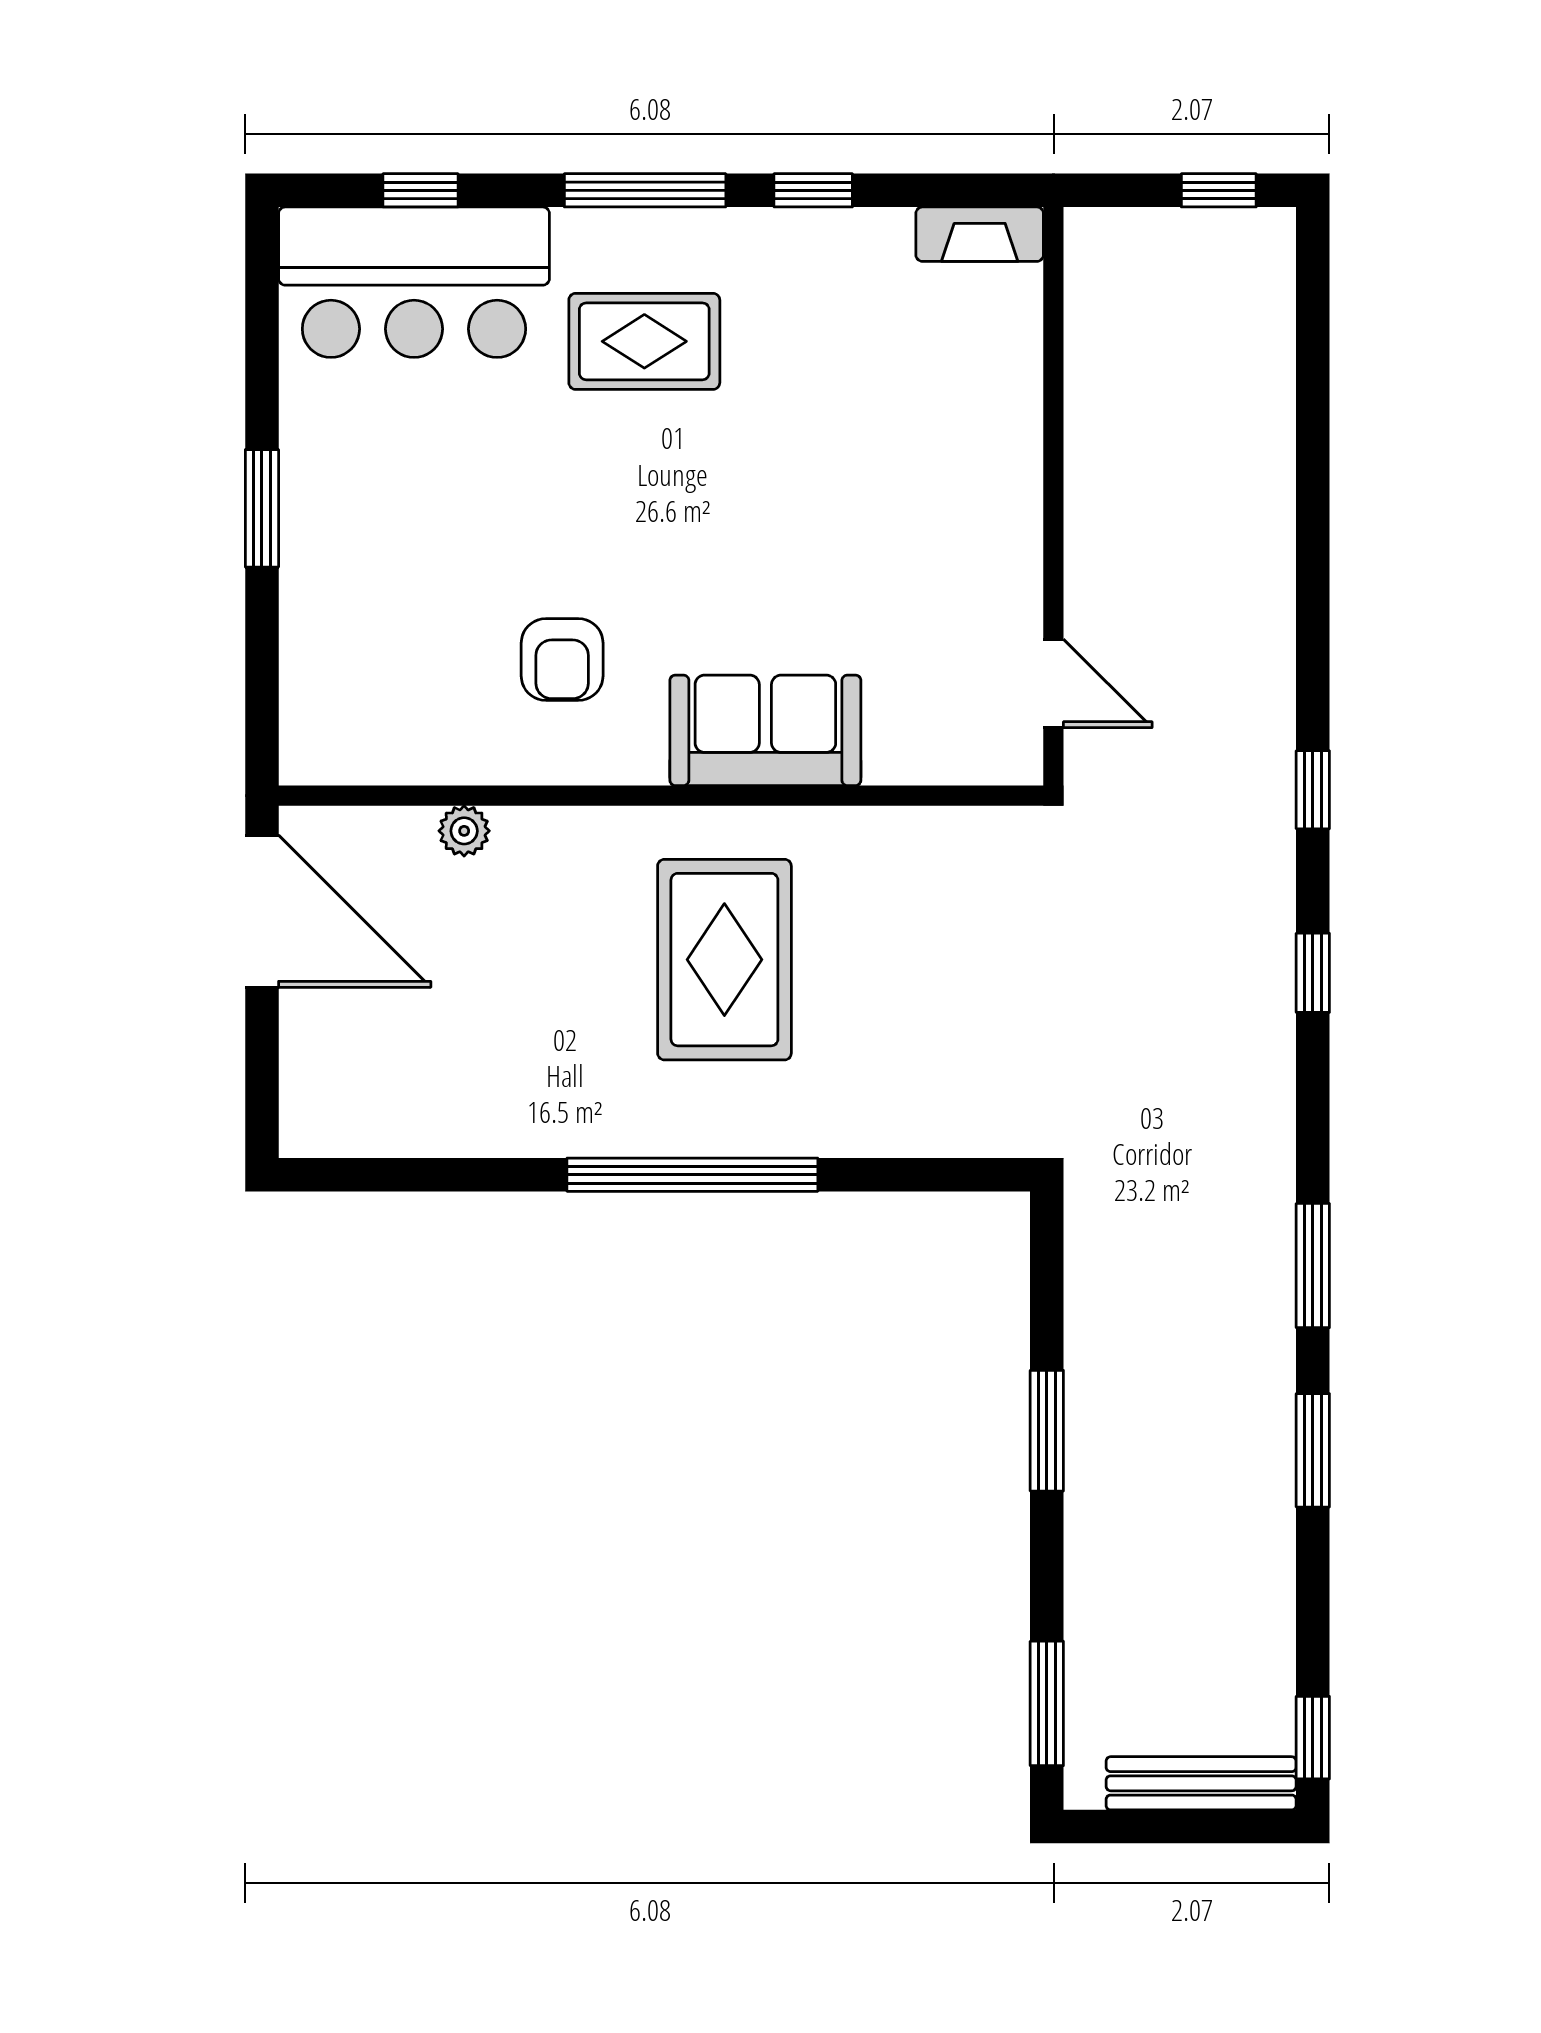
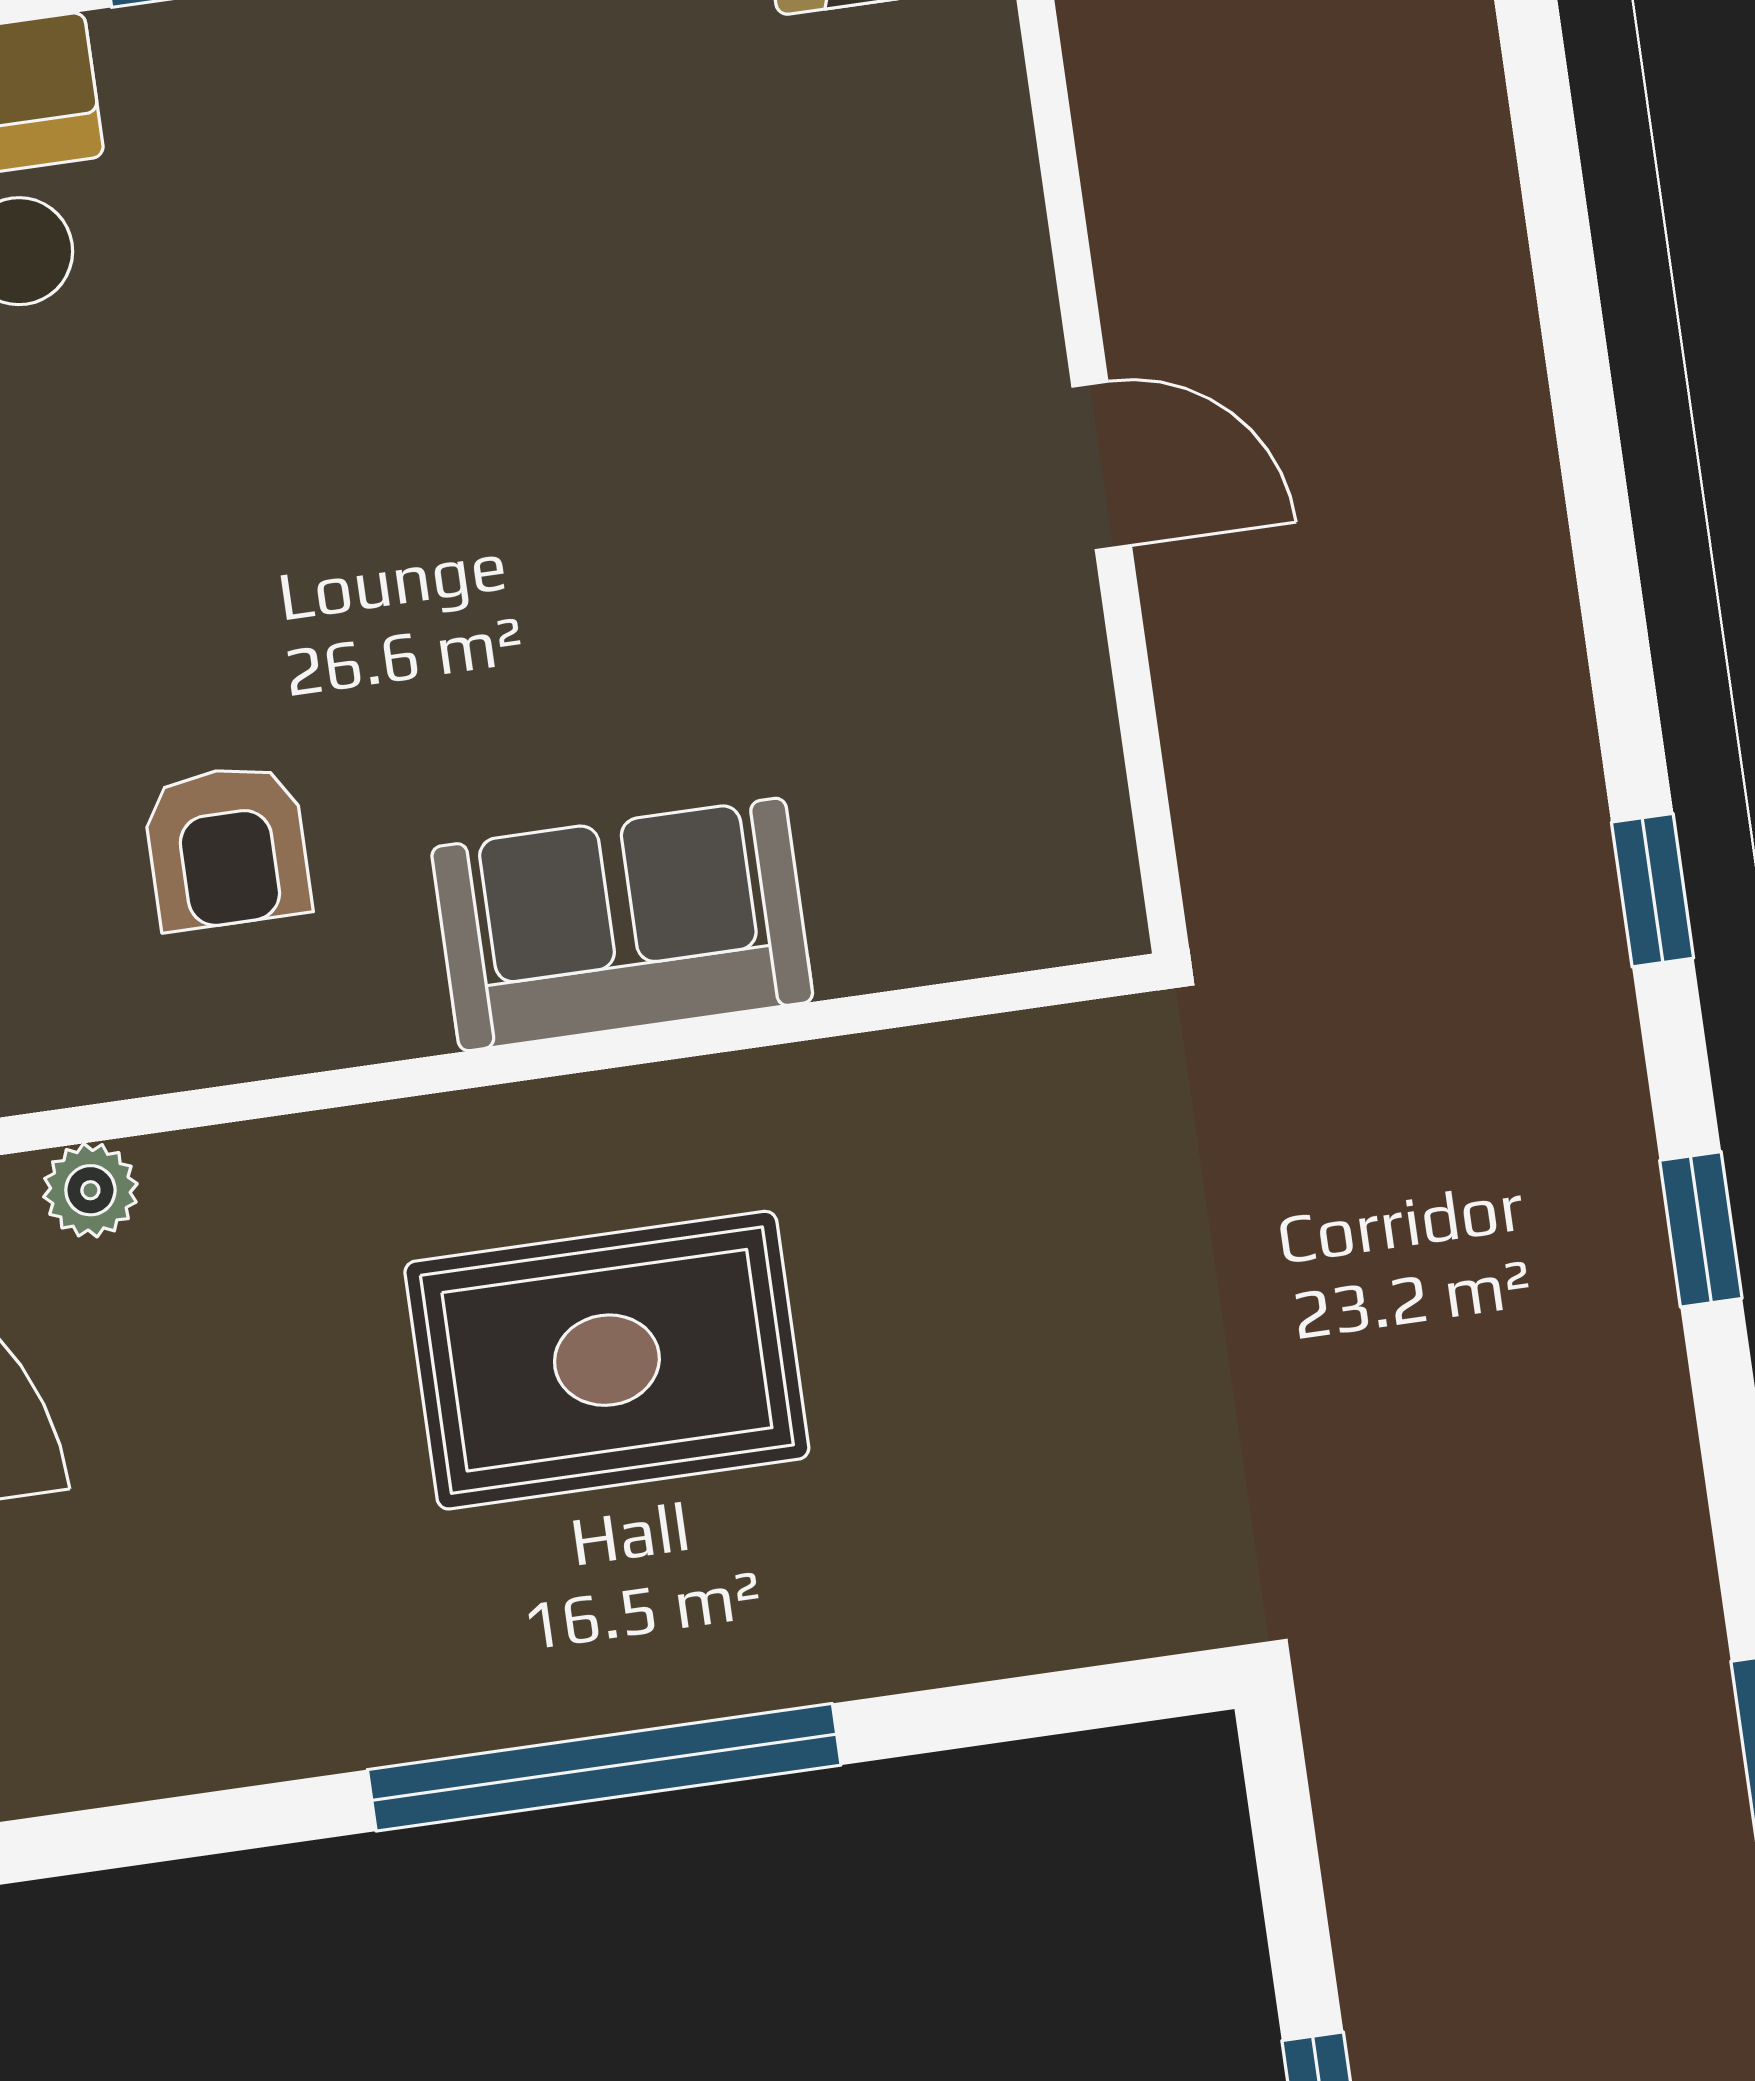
rug: (644, 341) -> (295, 235), removed
door: (1053, 683) -> (1102, 466), moved
rug: (724, 960) -> (607, 1360), turned 90

